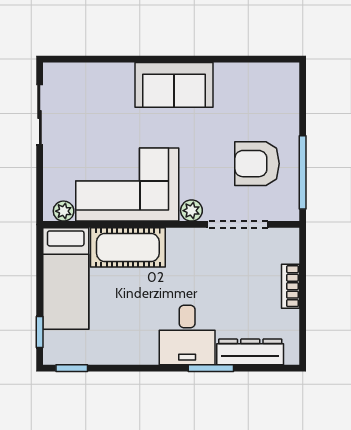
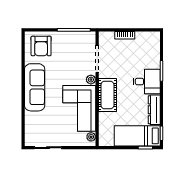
sofa: (174, 85) -> (35, 87), width x1.36
armchair: (257, 164) -> (41, 46), moved
cot: (128, 247) -> (107, 95), moved
bed: (66, 279) -> (137, 136), moved, turned 180
dresser: (250, 352) -> (154, 110), moved

